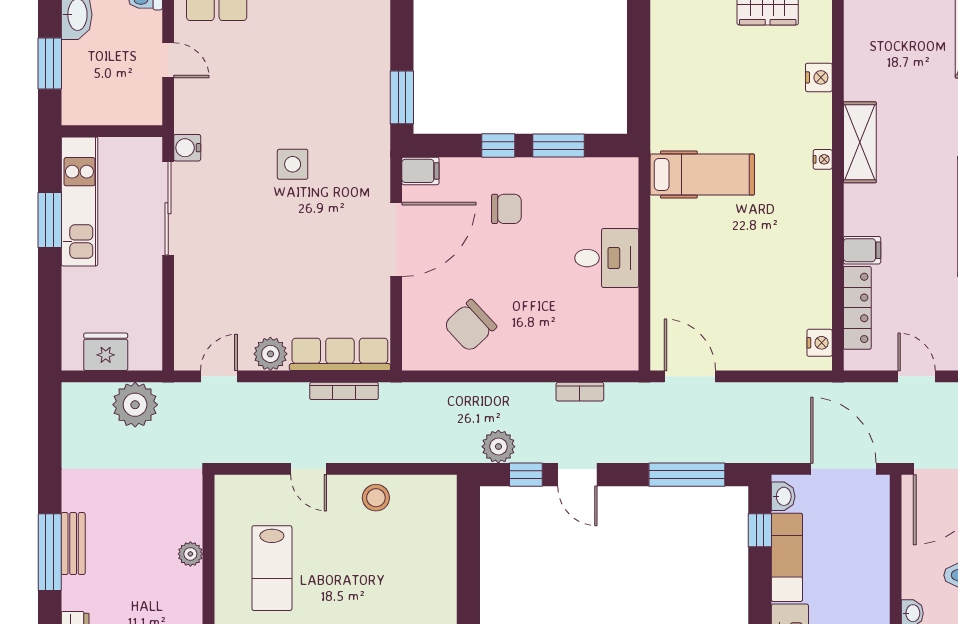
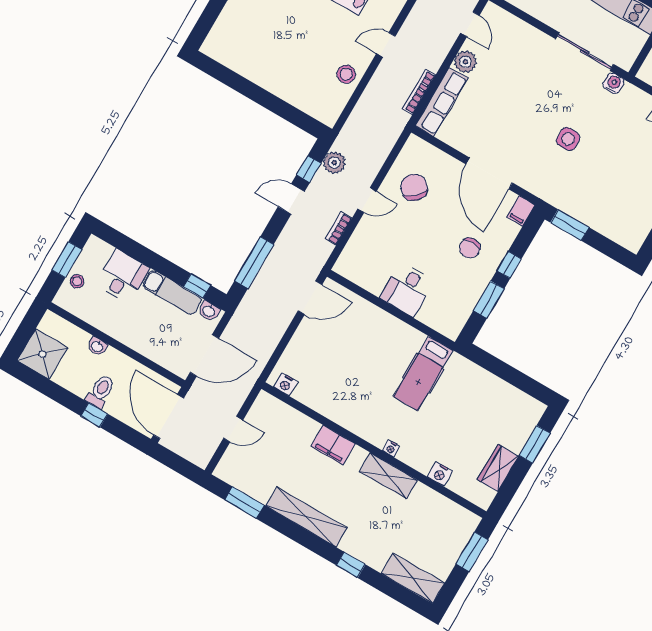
filing cabinet: (862, 250) -> (333, 445), width x2.00
locker: (857, 308) -> (293, 418), removed
door: (522, 376) -> (367, 200), added

